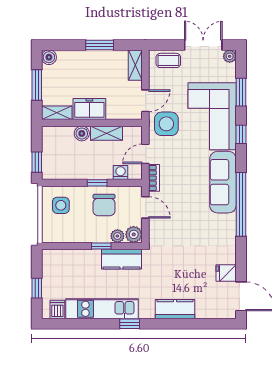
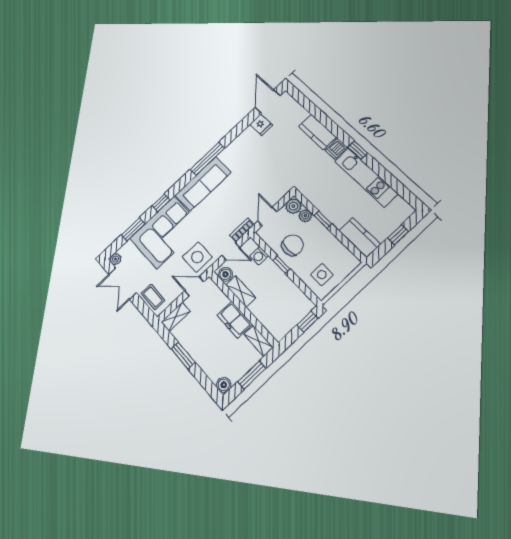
boiler: (82, 133) -> (225, 274), moved
window: (241, 204) -> (207, 159), width x0.68
kitchen counter: (122, 259) -> (360, 238), moved
dishwasher: (57, 310) -> (336, 149), moved

